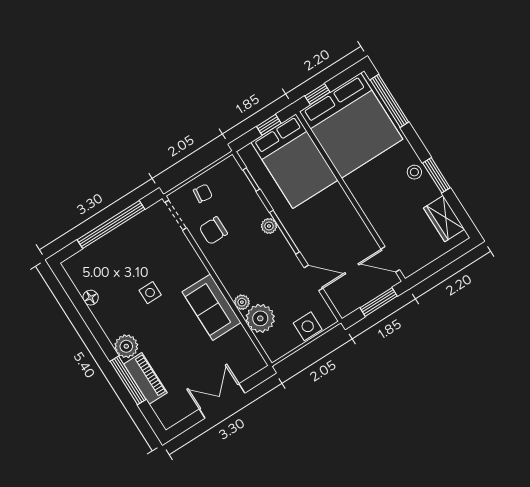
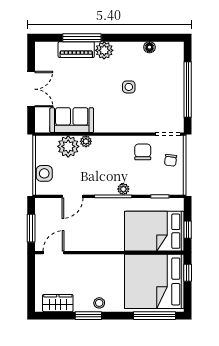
sofa: (212, 307) -> (72, 120), moved

